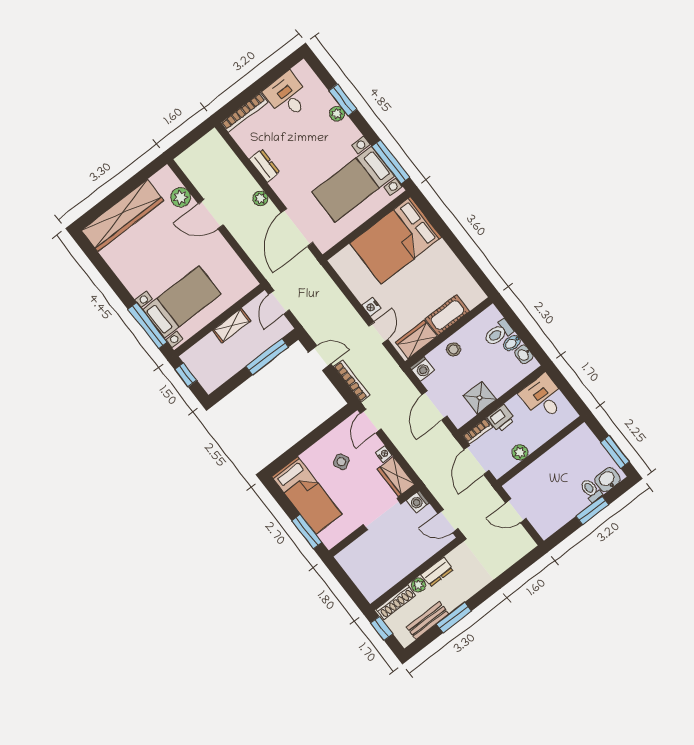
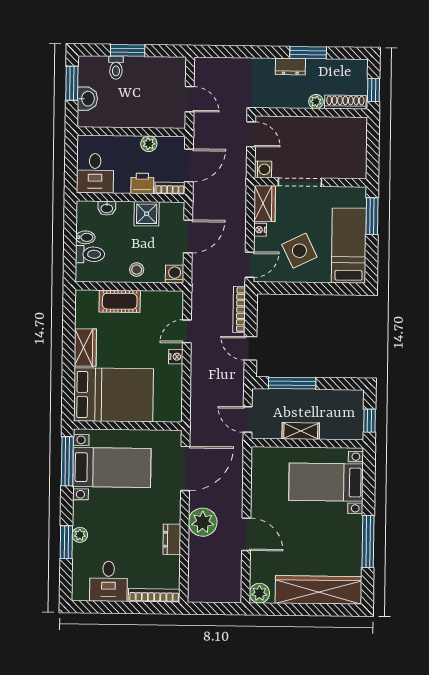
plant: (181, 197) -> (259, 593), moved
plant: (260, 198) -> (203, 522), width x1.87, depth x1.87
door: (279, 302) -> (248, 420), swing flipped
window: (148, 326) -> (368, 542), moved
wardrobe: (416, 339) -> (85, 348), moved, turned -90
washbasin: (524, 354) -> (107, 208), moved, turned 90
side table: (341, 462) -> (299, 251), width x1.87, depth x1.87
washbasin: (607, 480) -> (87, 99), moved, turned -90
dresser: (437, 572) -> (290, 67), moved, turned 180
bench: (428, 621) -> (331, 67), removed

